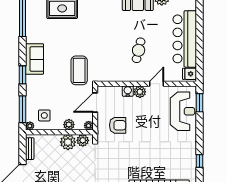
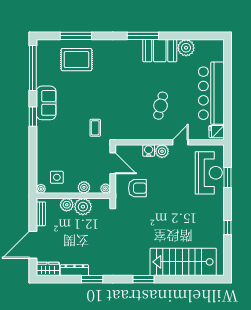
sofa: (35, 59) -> (46, 103), moved
coffee table: (79, 70) -> (95, 128), width x0.54, depth x0.58
window: (22, 75) -> (33, 117), moved
door: (95, 103) -> (113, 163), swing flipped
window: (199, 103) -> (227, 177), moved
window: (22, 109) -> (33, 171), removed
plant: (83, 140) -> (67, 205), moved

